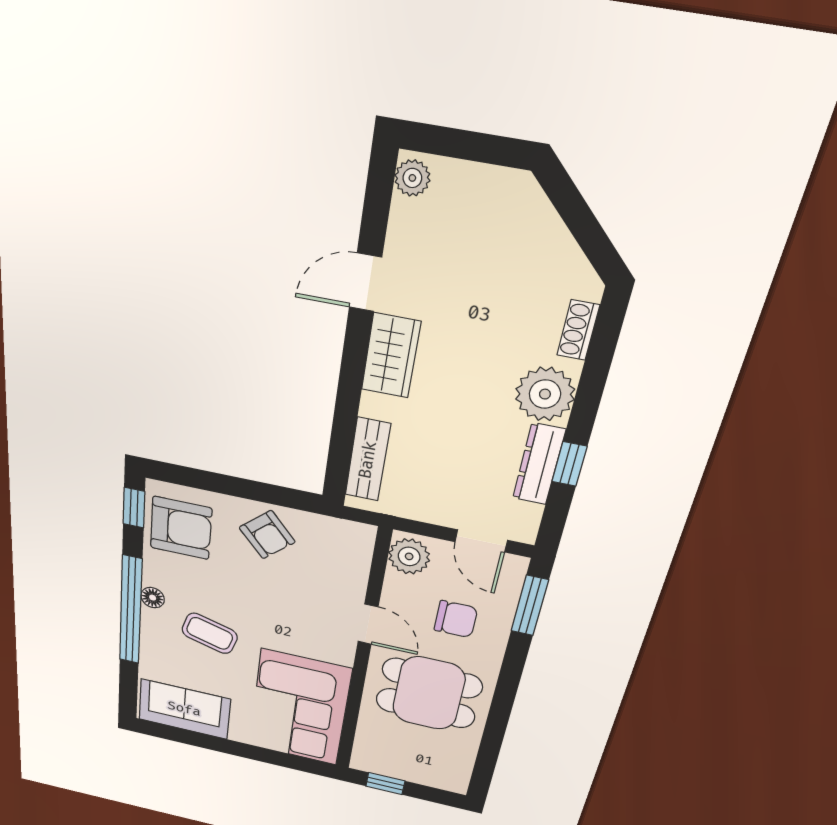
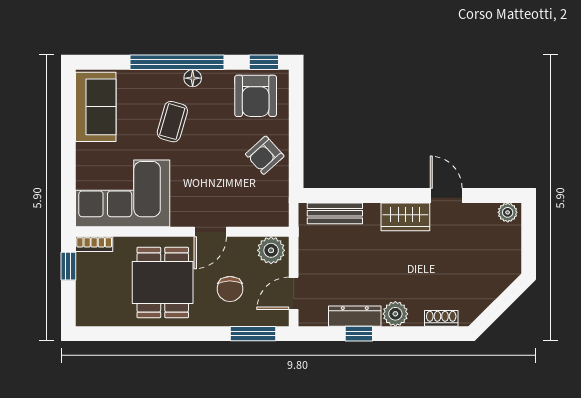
plant: (545, 394) -> (395, 314), width x0.73, depth x0.73
bookcase: (362, 752) -> (94, 244), added

